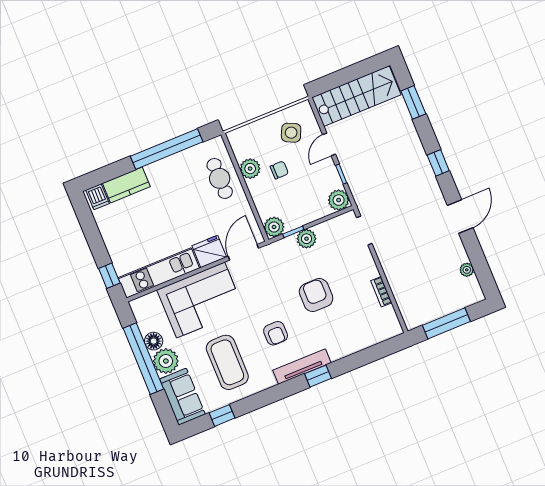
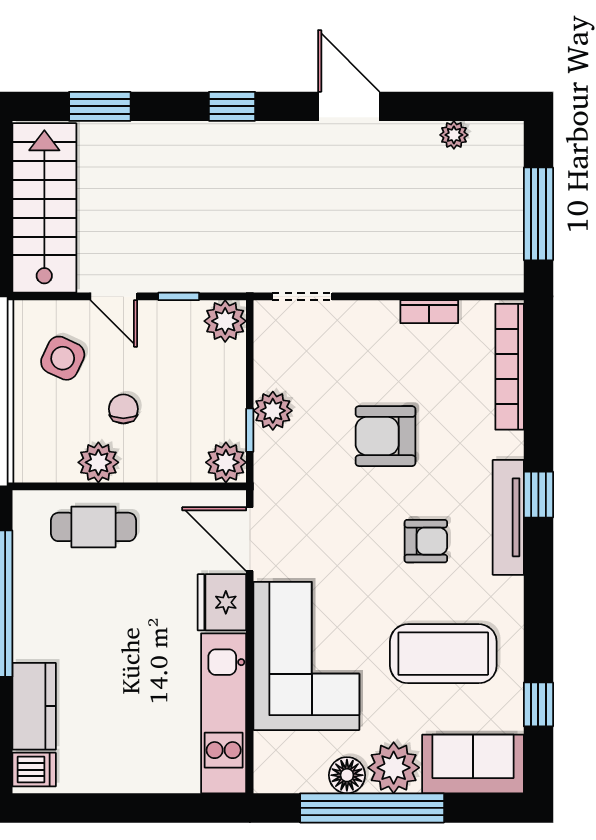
window: (109, 276) -> (191, 808), removed
bookcase: (371, 339) -> (510, 367), added

